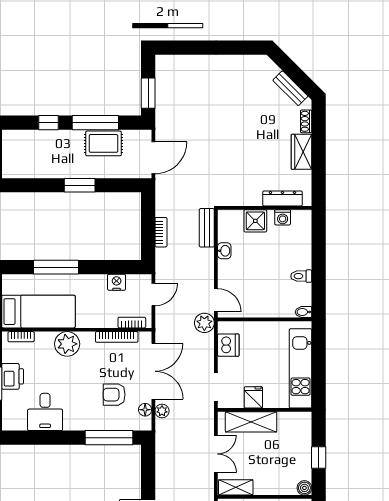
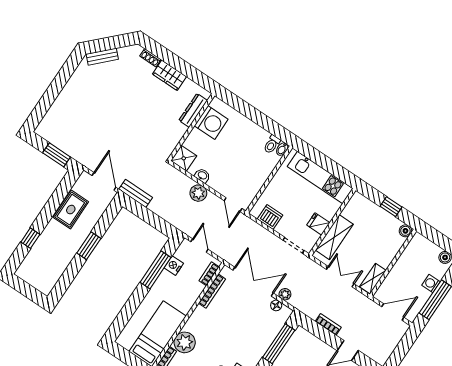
bench: (290, 88) -> (102, 57), moved
window: (95, 123) -> (52, 205), removed
washing machine: (283, 217) -> (211, 122), width x1.89, depth x1.89
shower: (255, 221) -> (184, 158), moved
bench: (207, 228) -> (136, 193), moved
bookcase: (161, 232) -> (328, 324), moved
window: (56, 267) -> (155, 270), moved
toilet: (301, 276) -> (272, 144), moved
door: (216, 300) -> (233, 205), swing flipped
plant: (204, 323) -> (198, 193), moved
plant: (67, 344) -> (185, 342), moved
armchair: (114, 395) -> (251, 320), removed

